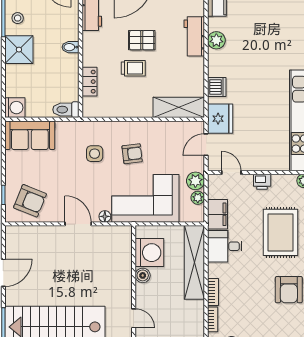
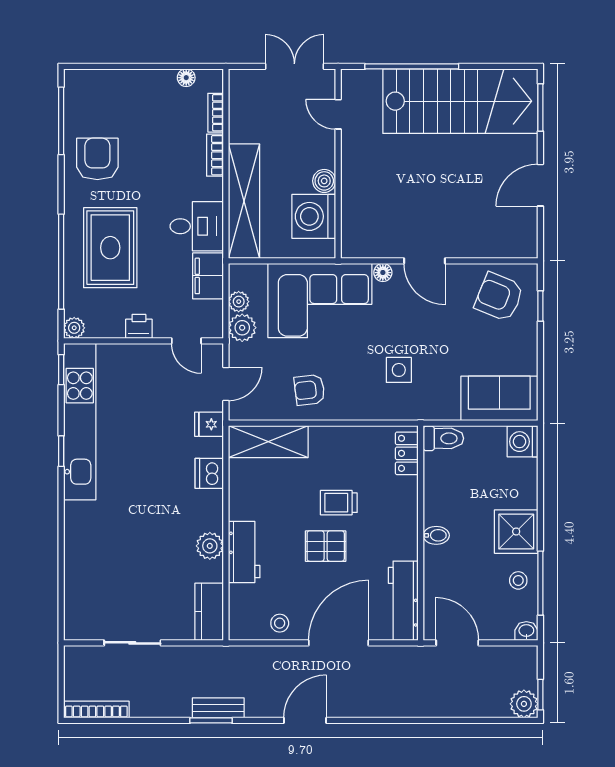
locker: (89, 82) -> (407, 453), moved
fridge: (220, 119) -> (209, 424), width x0.53, depth x0.75
armchair: (132, 154) -> (309, 390), moved

